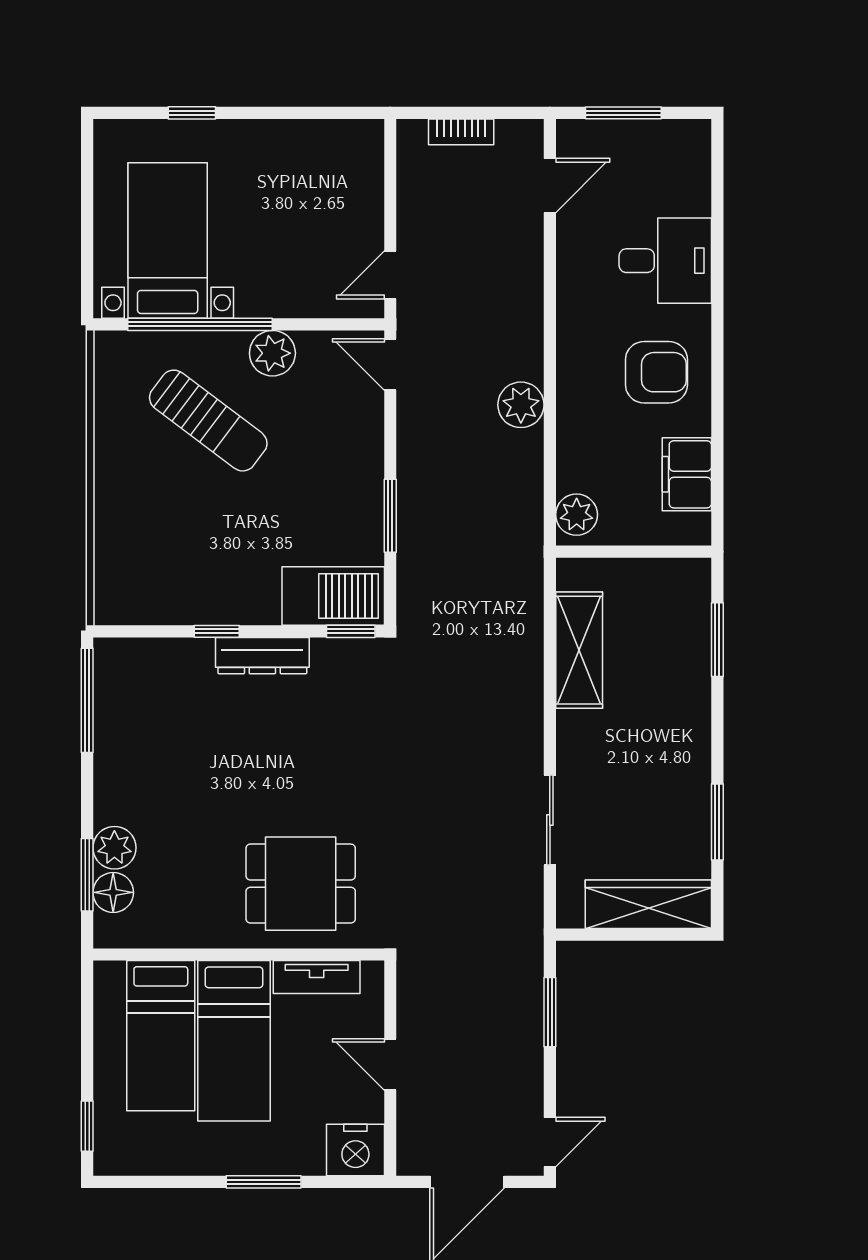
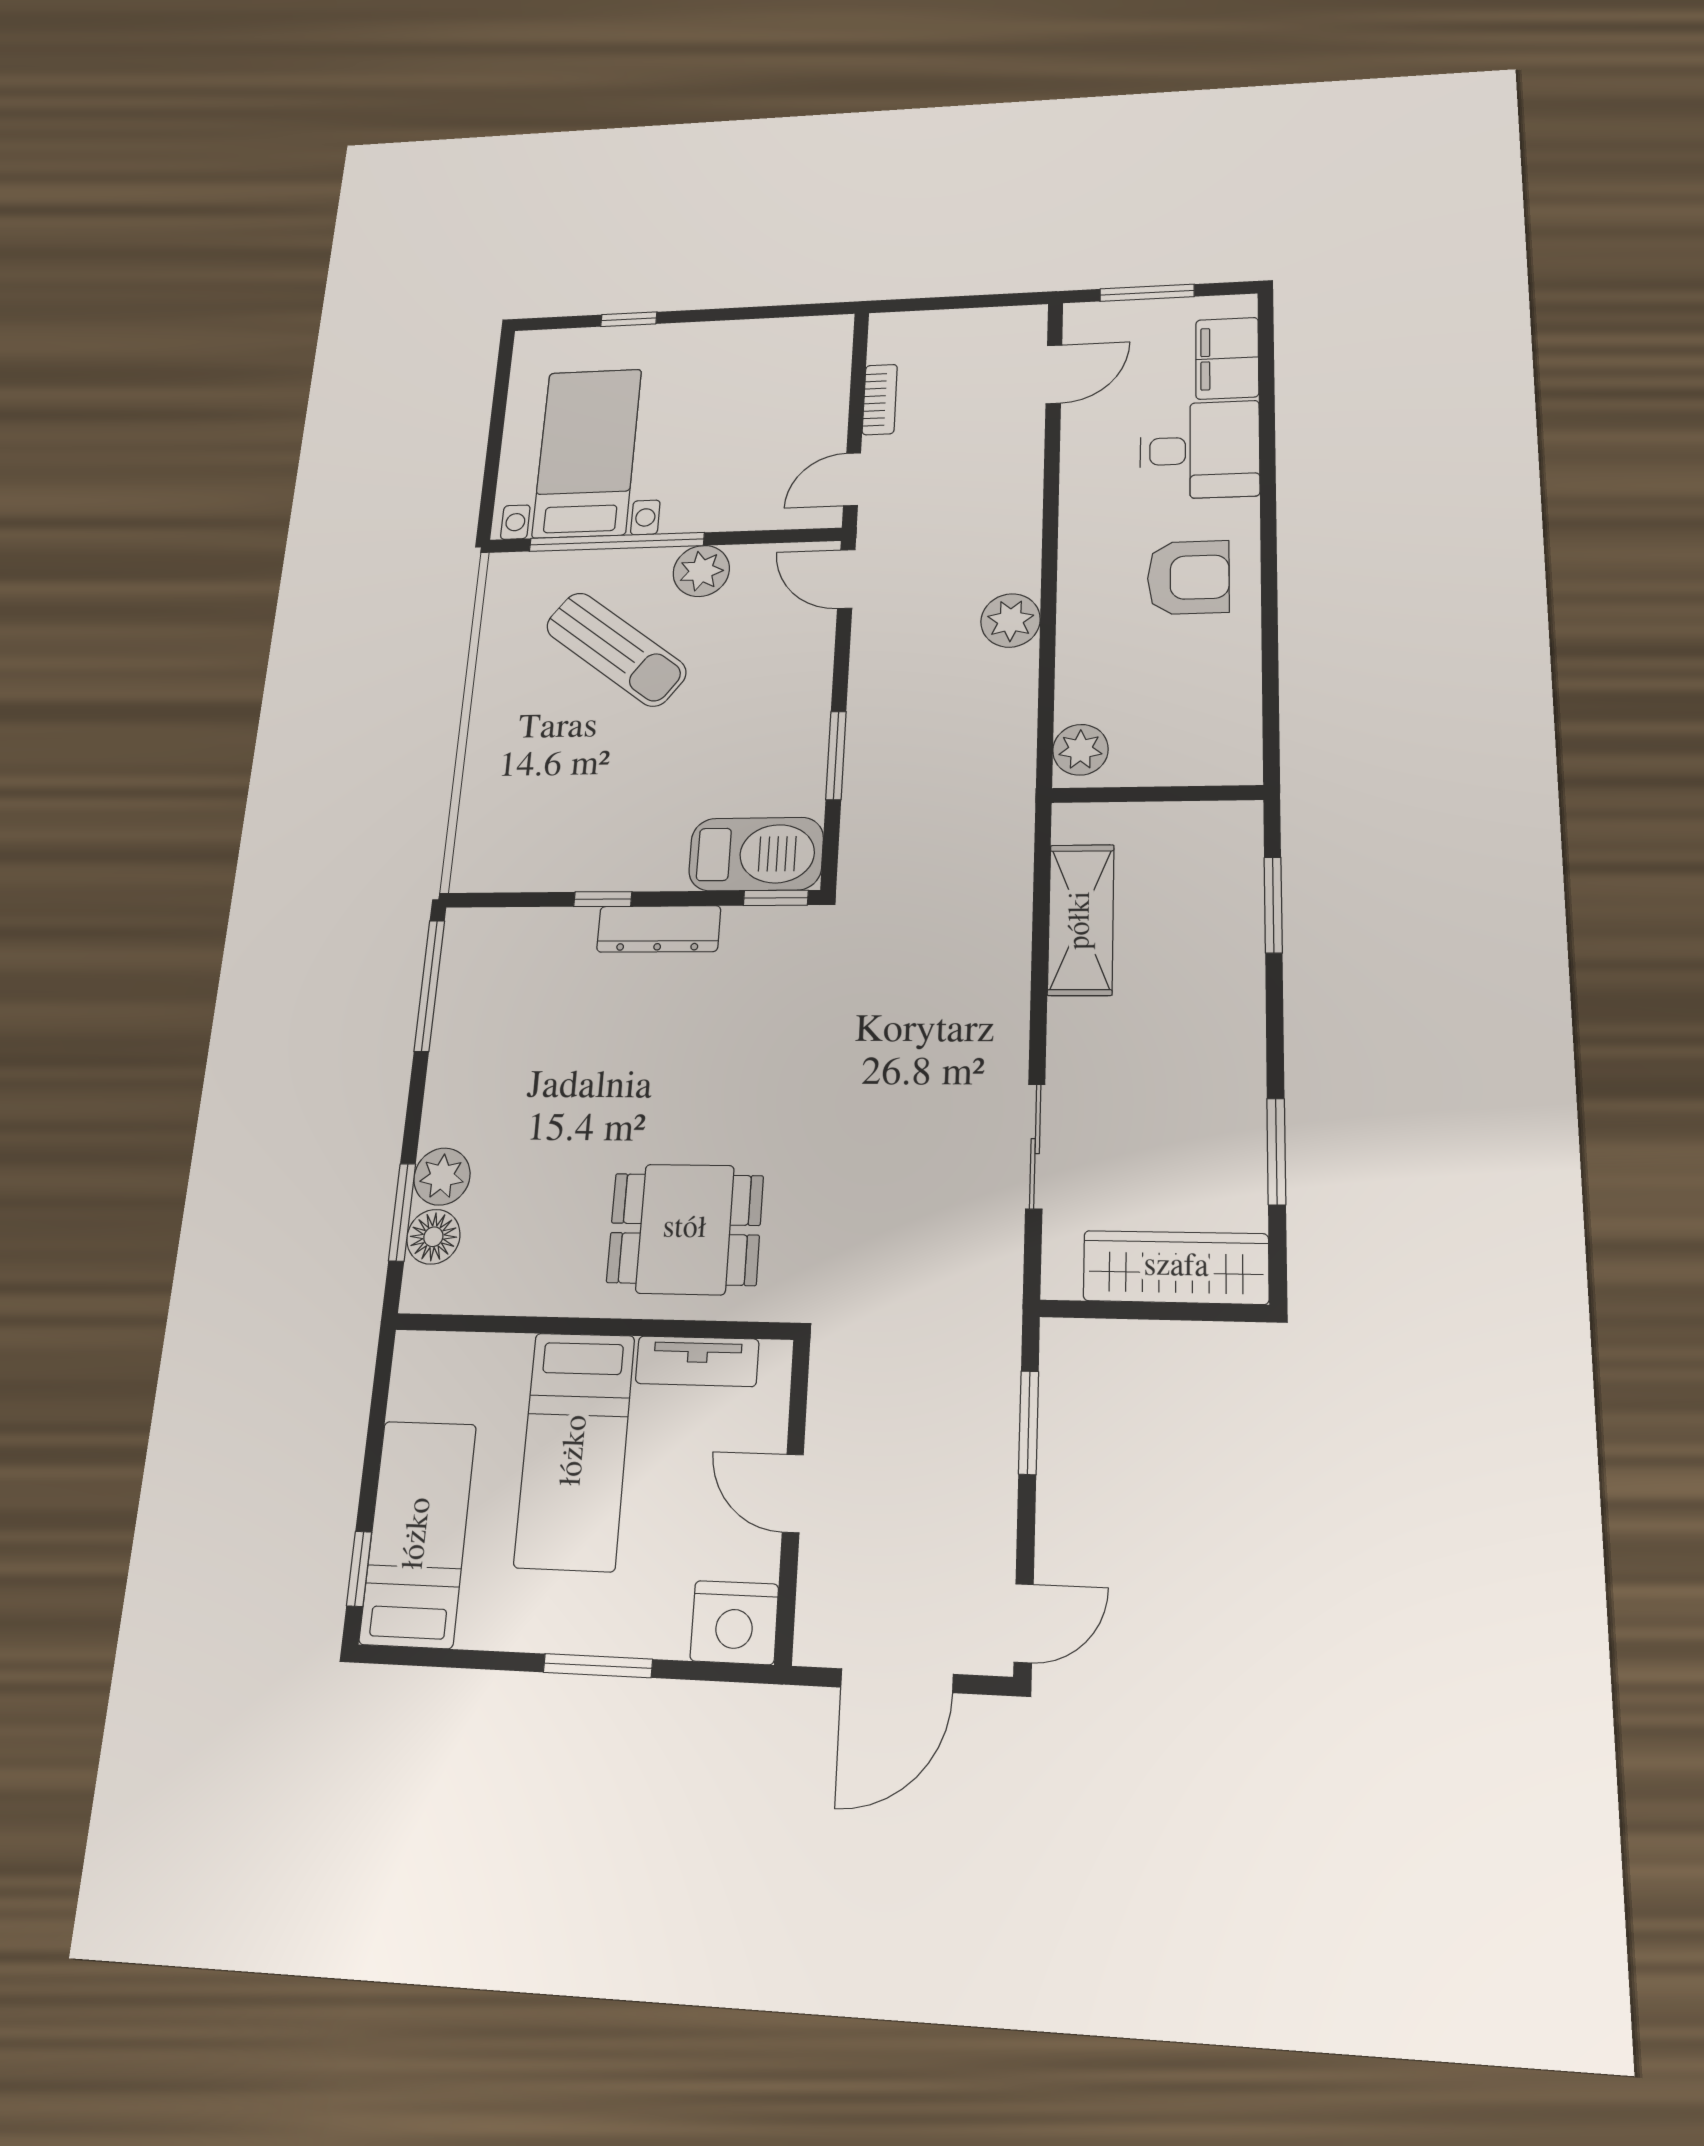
bookcase: (461, 132) -> (880, 400), moved, turned -90
filing cabinet: (687, 474) -> (1227, 358), moved
bed: (161, 1036) -> (418, 1533), moved, turned 180

